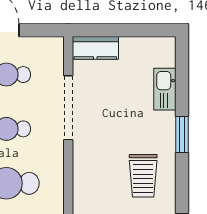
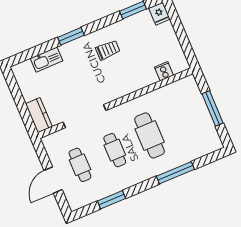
trolley: (143, 176) -> (108, 50), width x0.73, depth x0.72

